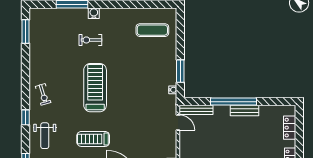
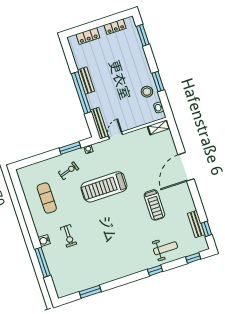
exercise mat: (152, 30) -> (47, 198), moved
window: (25, 32) -> (90, 292), moved
treadmill: (95, 88) -> (104, 187), moved
exercise bike: (43, 94) -> (69, 171), moved

